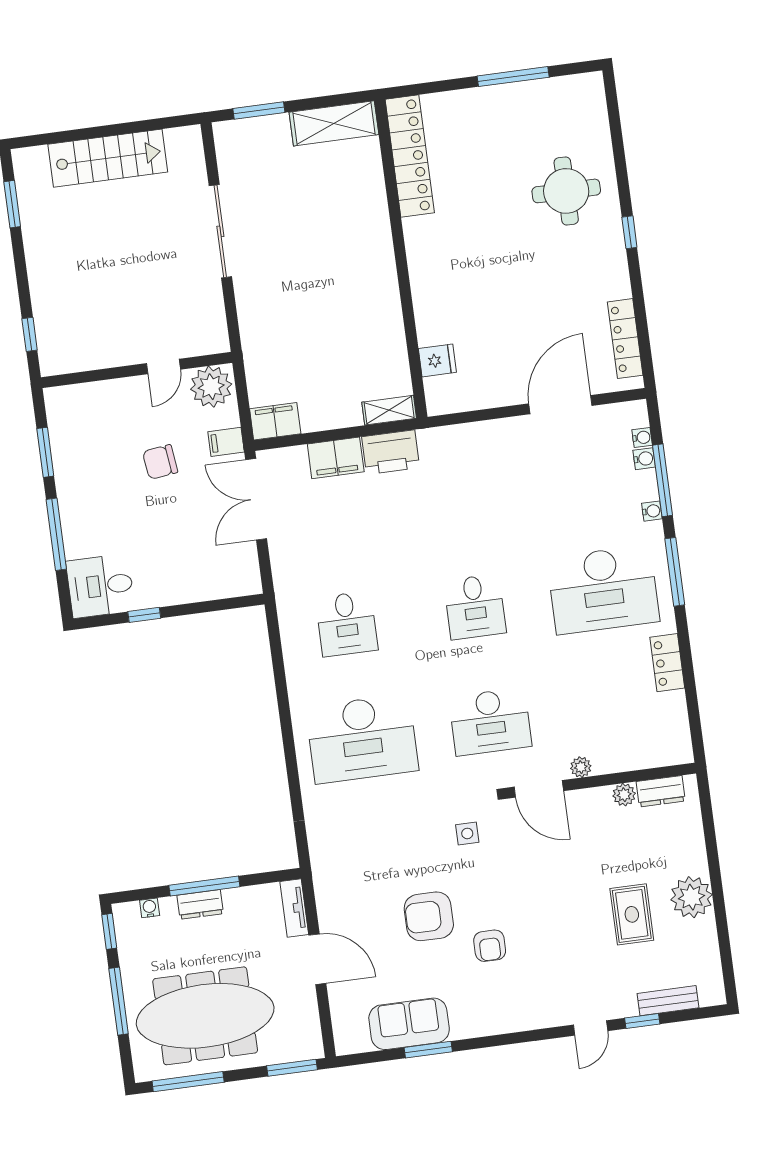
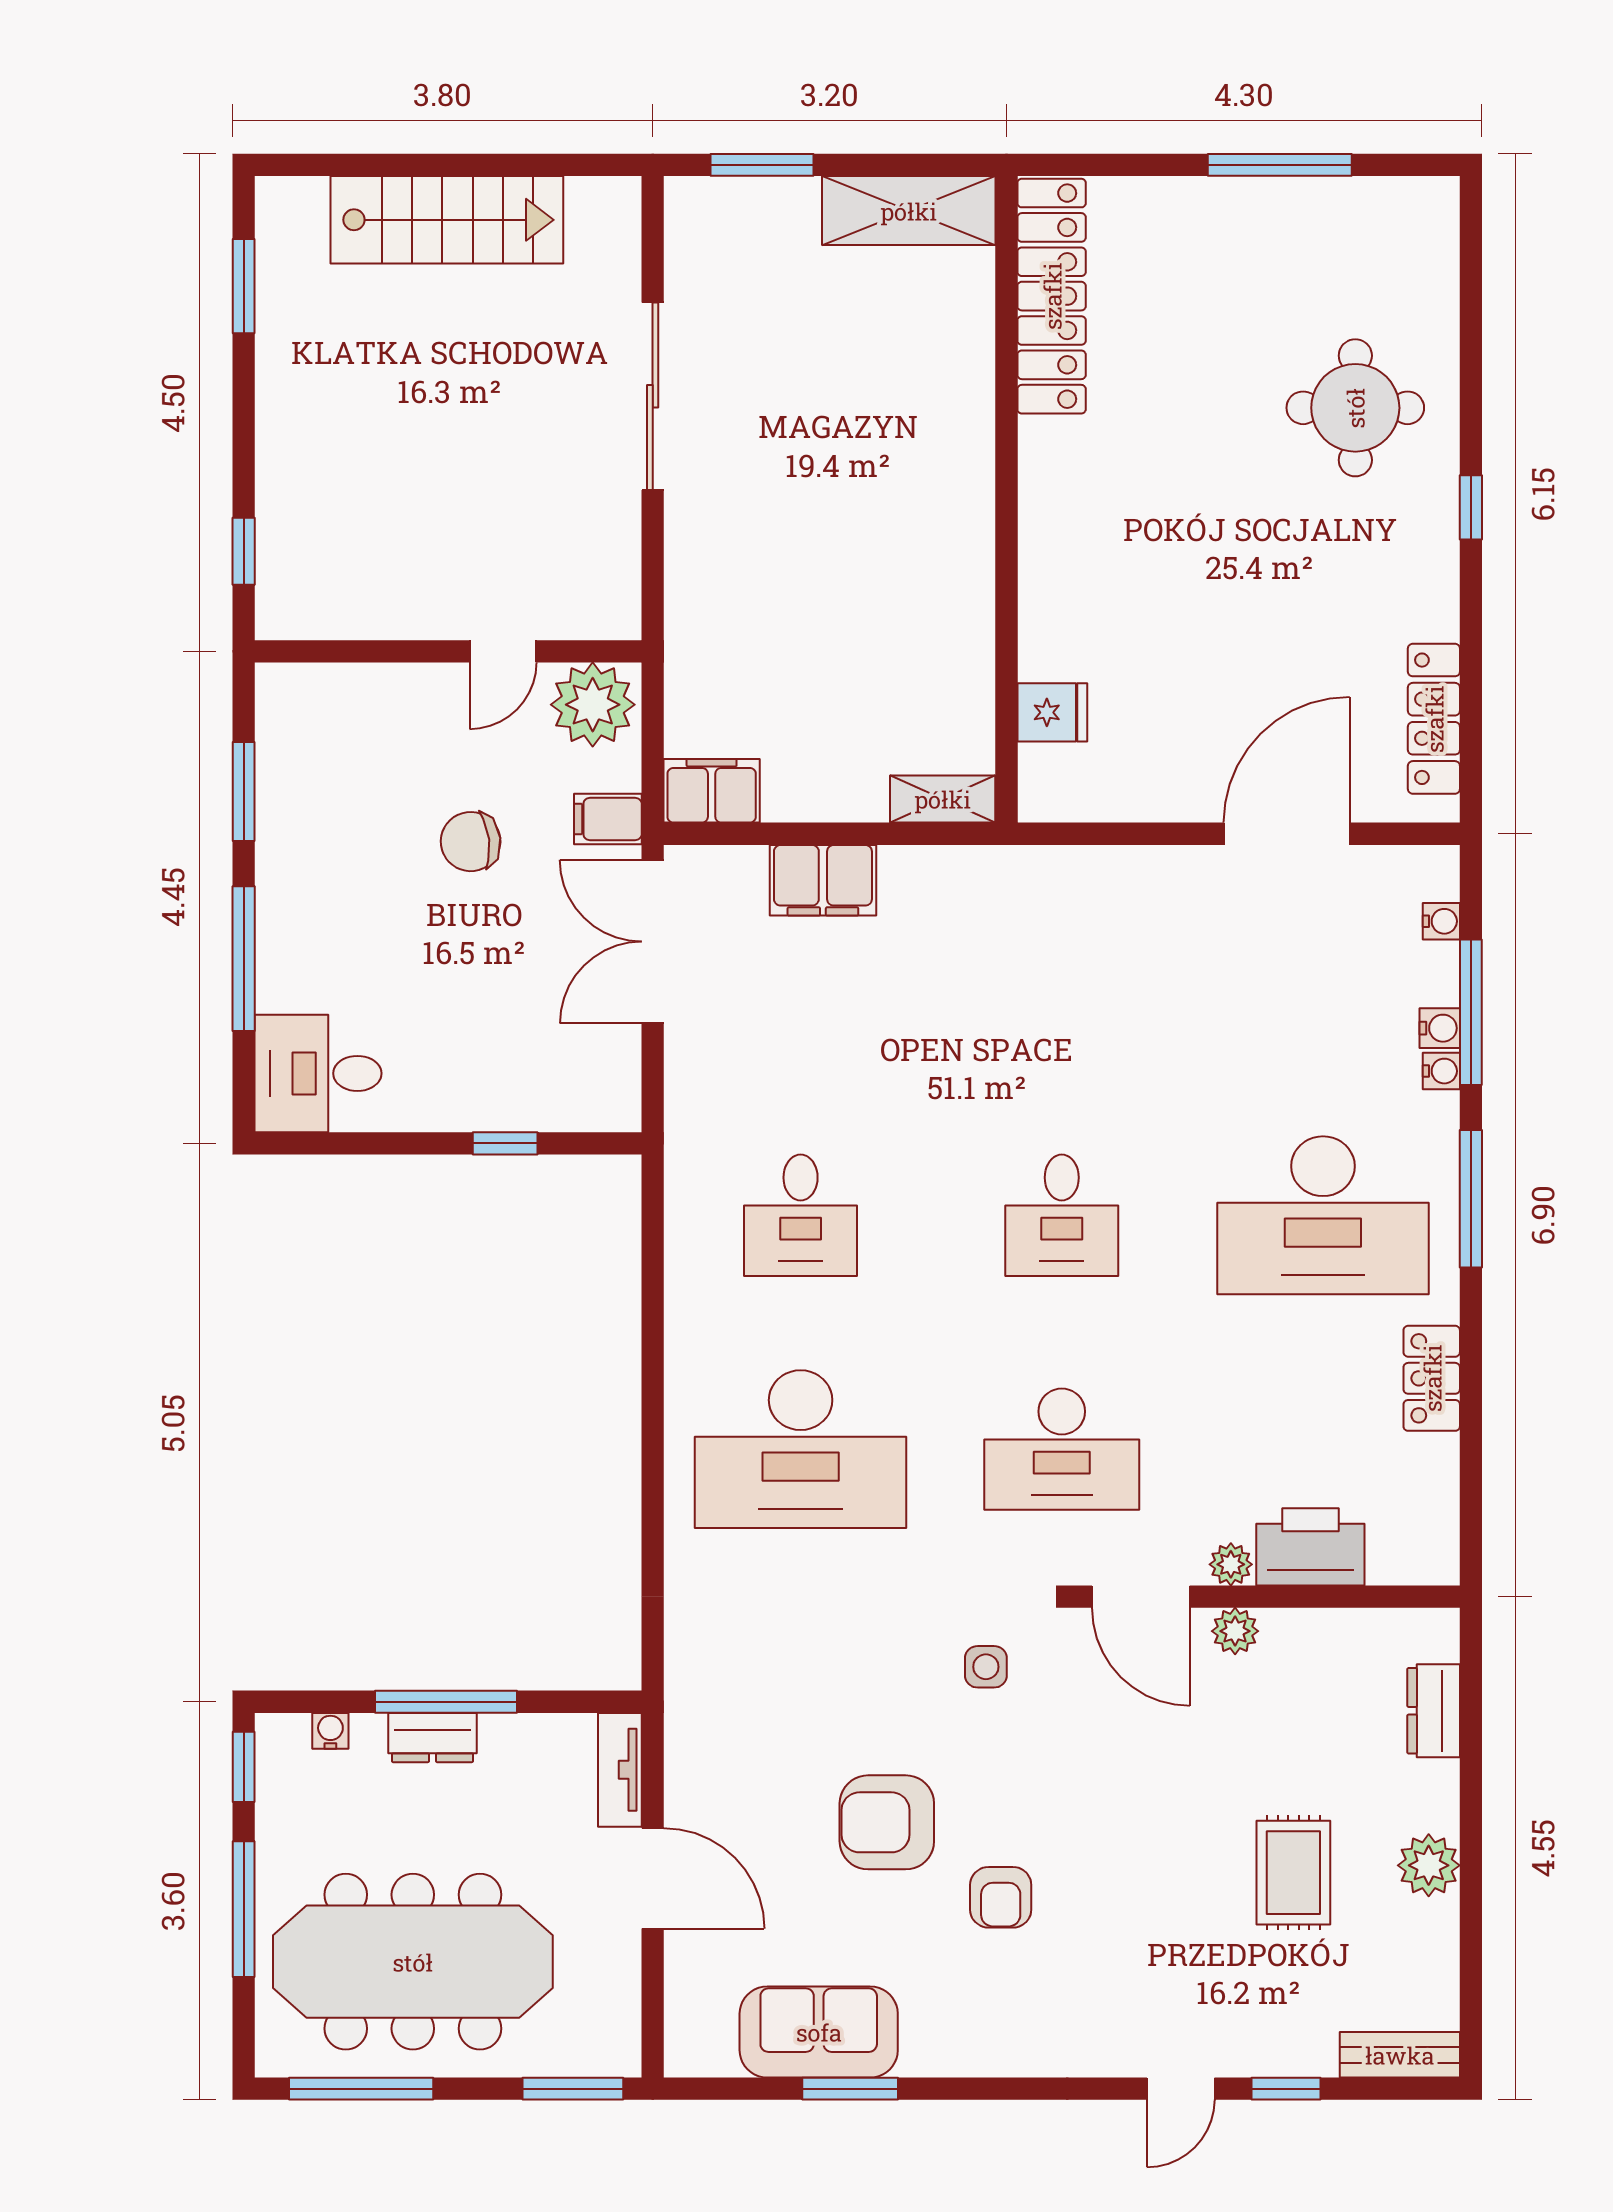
printer: (391, 452) -> (1310, 1547), moved, turned 180
water cooler: (644, 459) -> (1440, 1028), moved
window: (144, 615) -> (505, 1143), moved
dresser: (661, 791) -> (1434, 1711), moved, turned 90
plant: (624, 795) -> (1235, 1631), moved
plant: (691, 897) -> (1429, 1865), width x0.73, depth x0.73
bench: (668, 1001) -> (1400, 2055), moved

